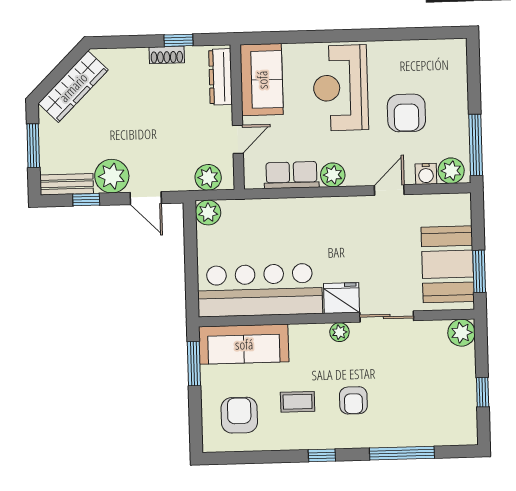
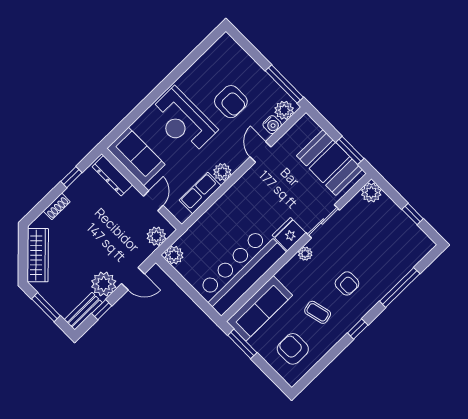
shoe rack: (167, 55) -> (57, 206), moved
coffee table: (298, 402) -> (318, 312), turned 76

